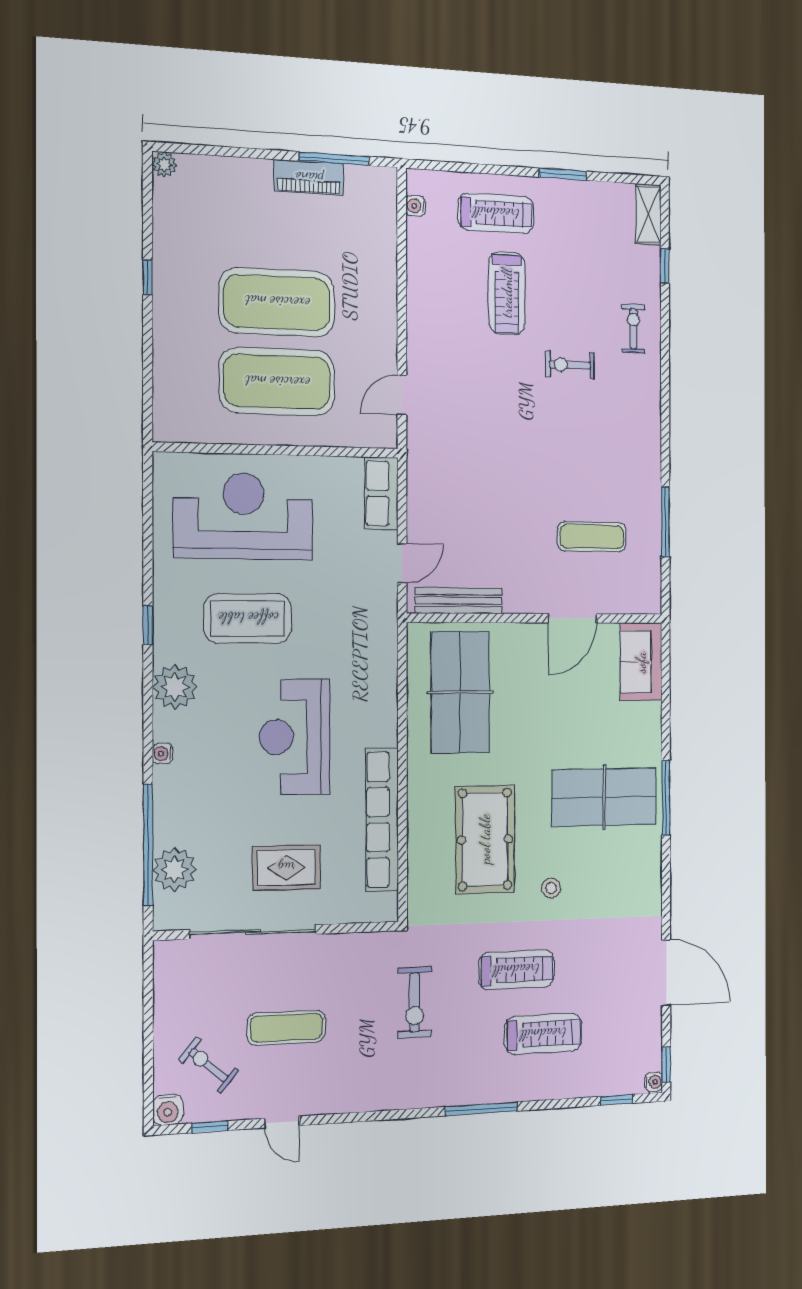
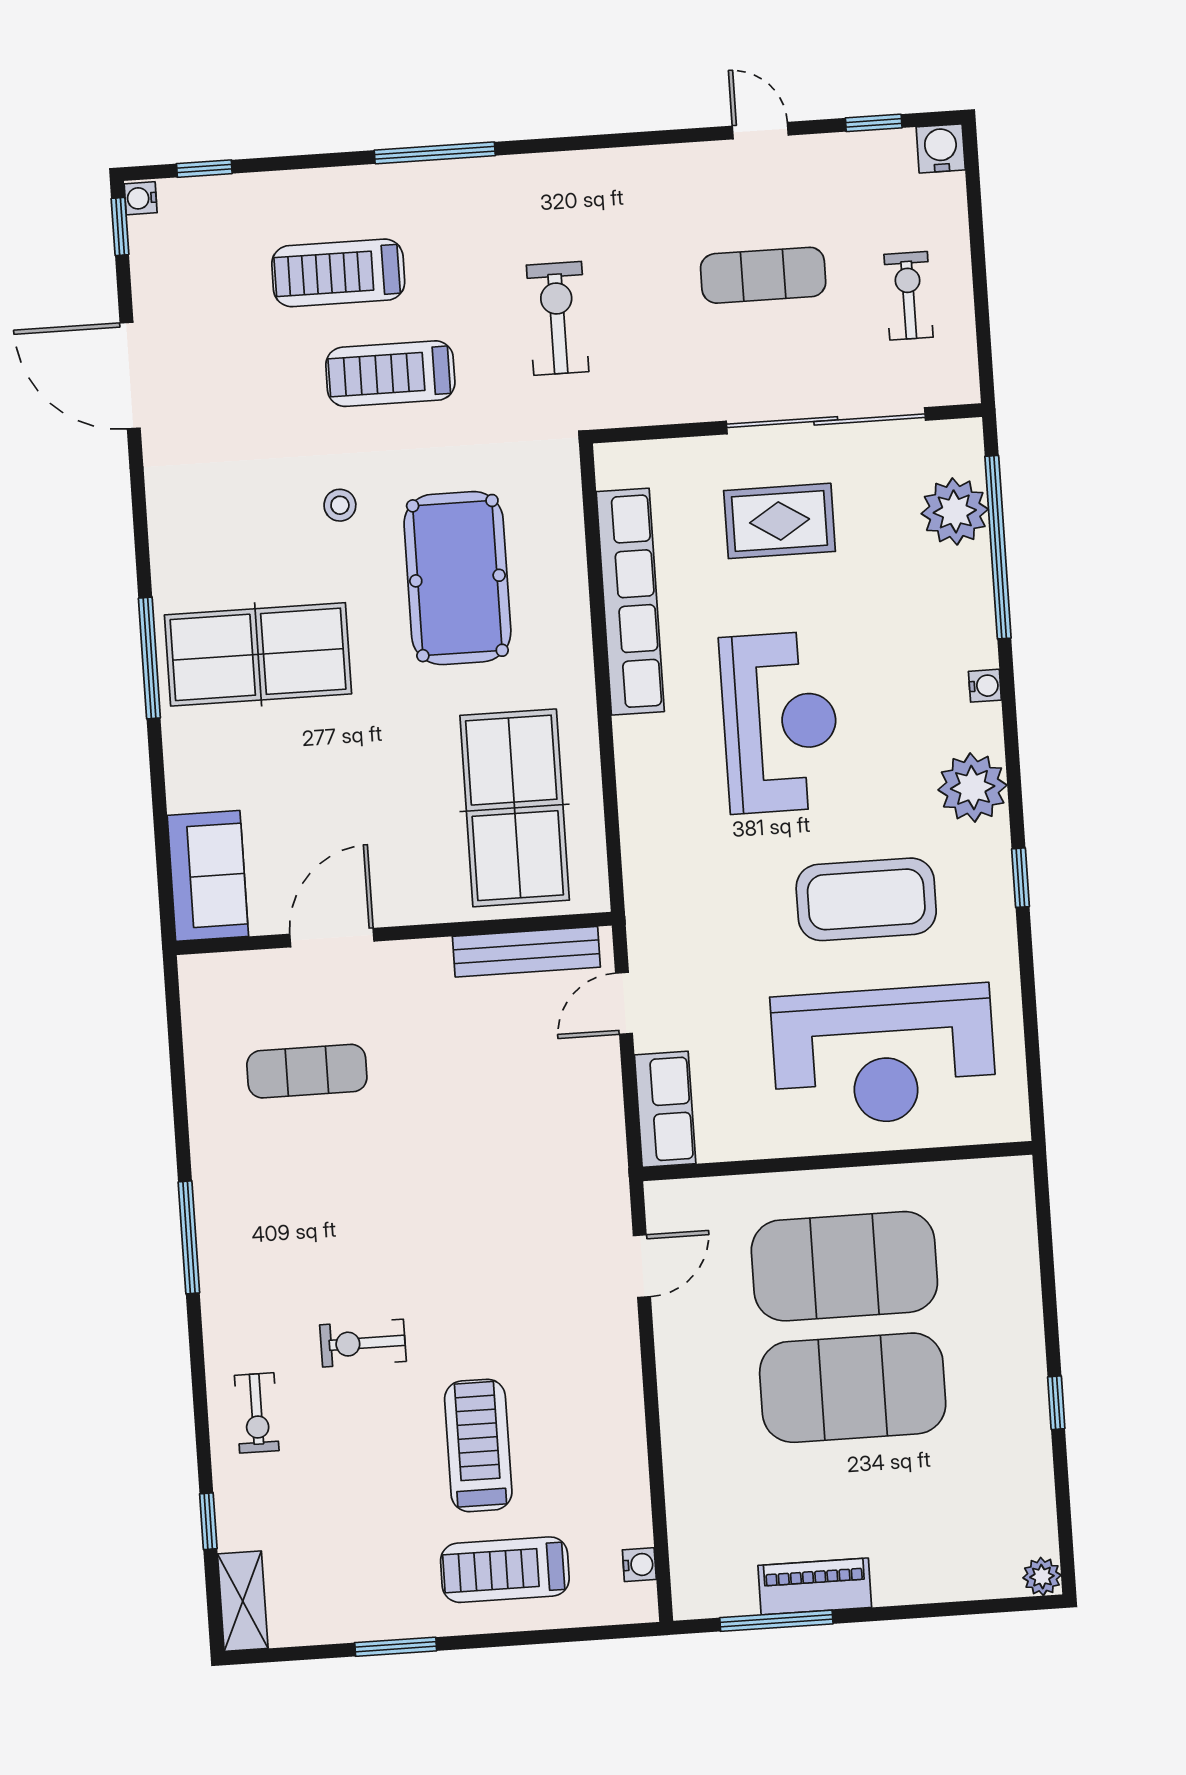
exercise bike: (570, 365) -> (363, 1343), turned 180
window: (665, 522) -> (189, 1237), moved
exercise bike: (208, 1065) -> (909, 296), moved, turned -130

